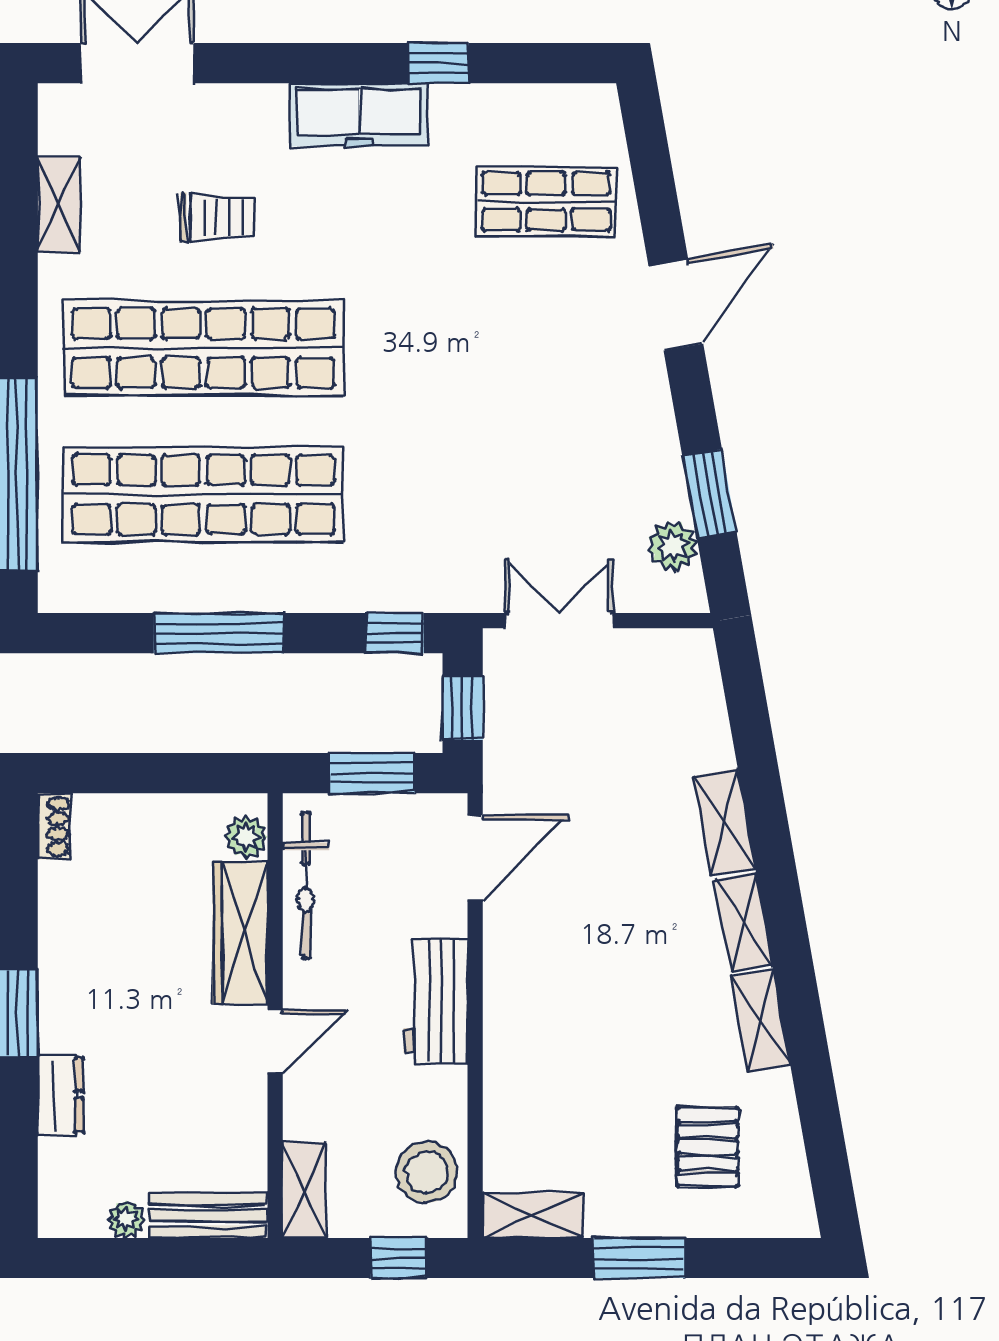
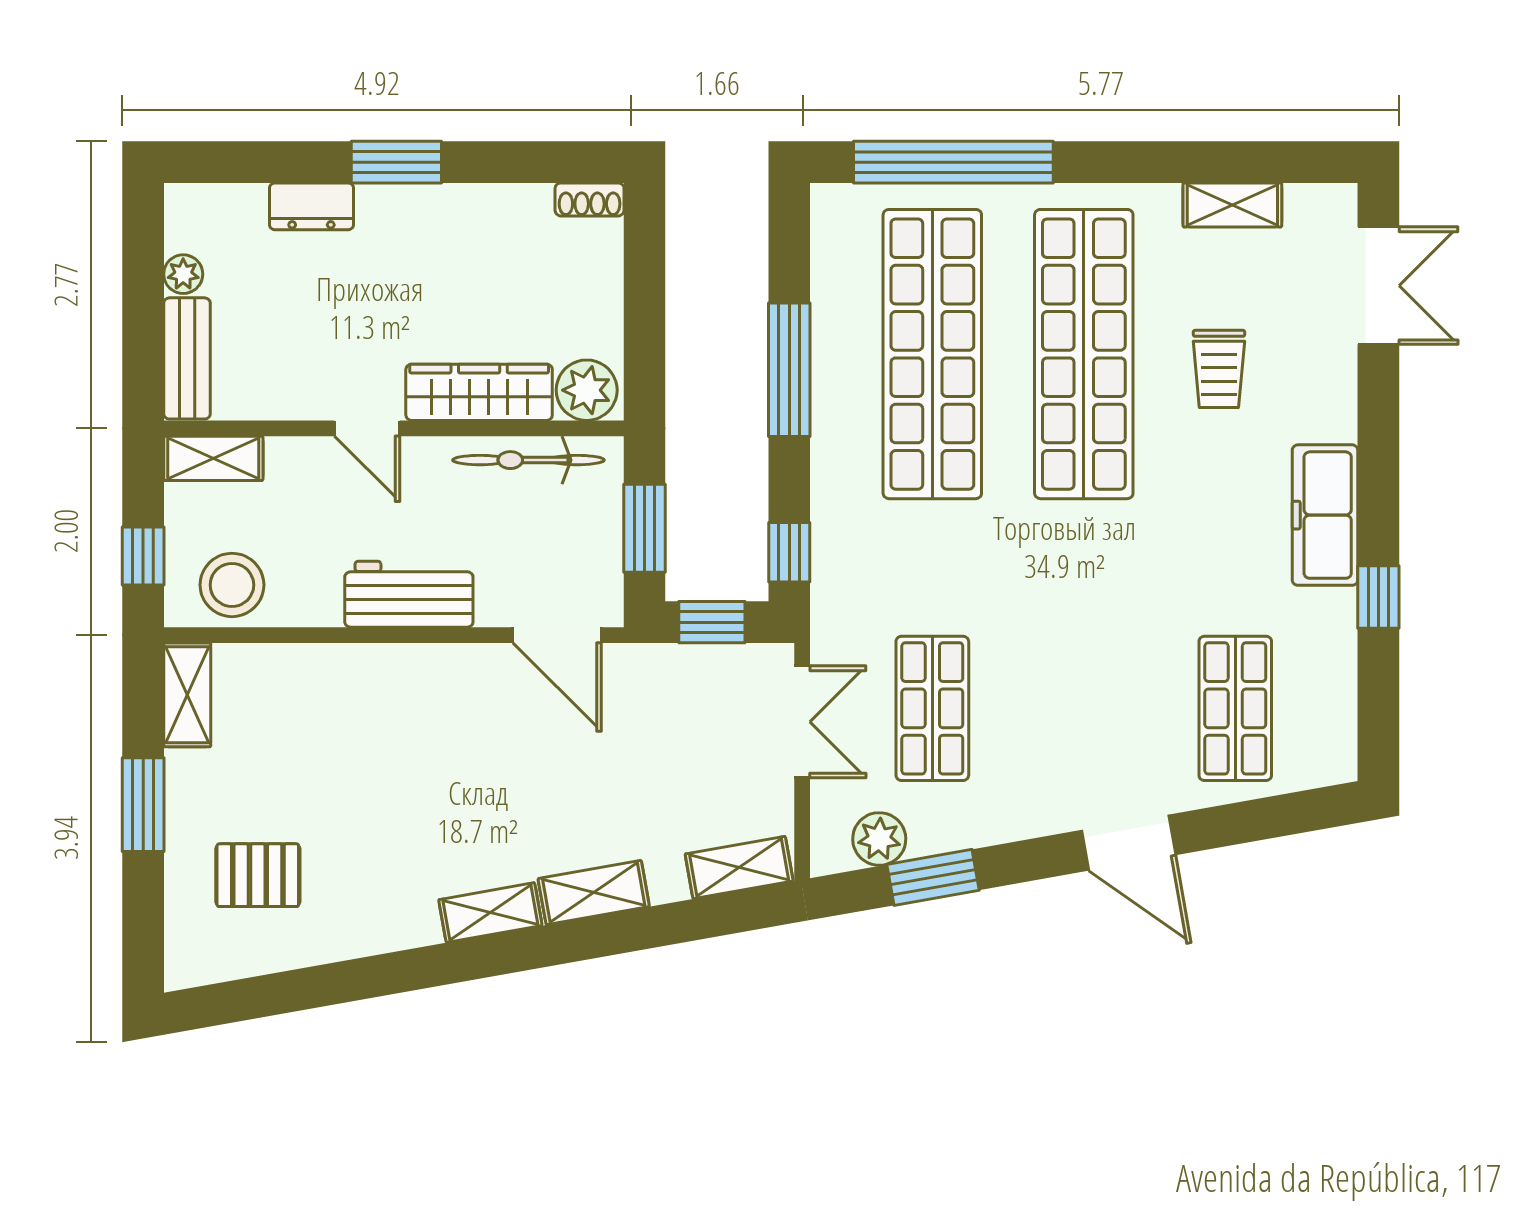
shop shelf: (546, 495) -> (932, 708), added
plant: (246, 837) -> (587, 390), width x1.38, depth x1.38
shelving: (760, 1021) -> (739, 867), moved

